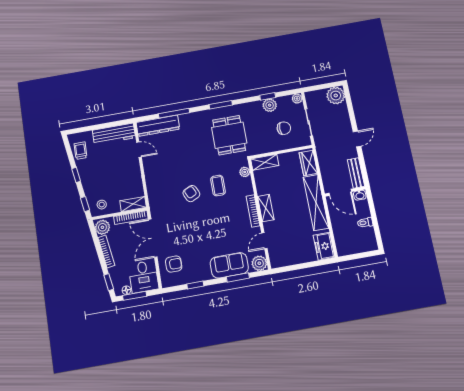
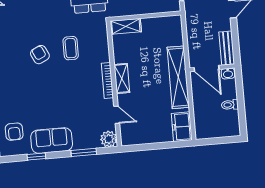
wardrobe: (308, 163) -> (175, 32), removed
plant: (245, 172) -> (102, 35), removed
door: (264, 241) -> (117, 115), swing flipped
armchair: (174, 264) -> (14, 132), turned 89
sofa: (229, 265) -> (52, 141), moved

